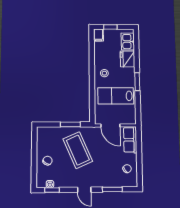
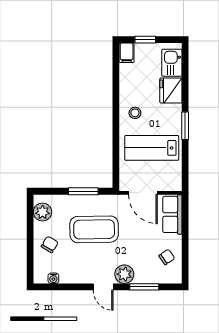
plant: (43, 139) -> (43, 212), added
coffee table: (78, 150) -> (94, 229), turned -67
plant: (99, 181) -> (124, 274), added
window: (52, 190) -> (56, 287), removed

